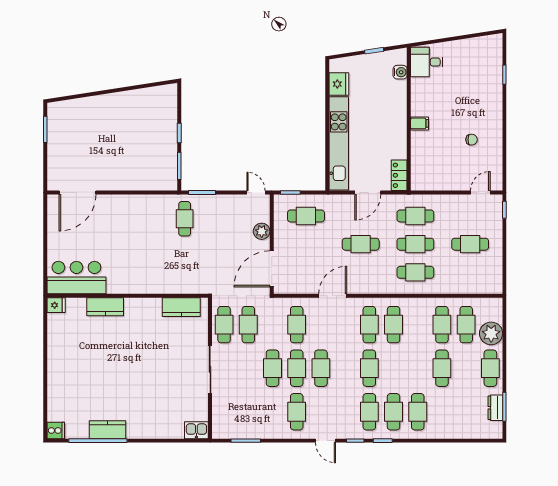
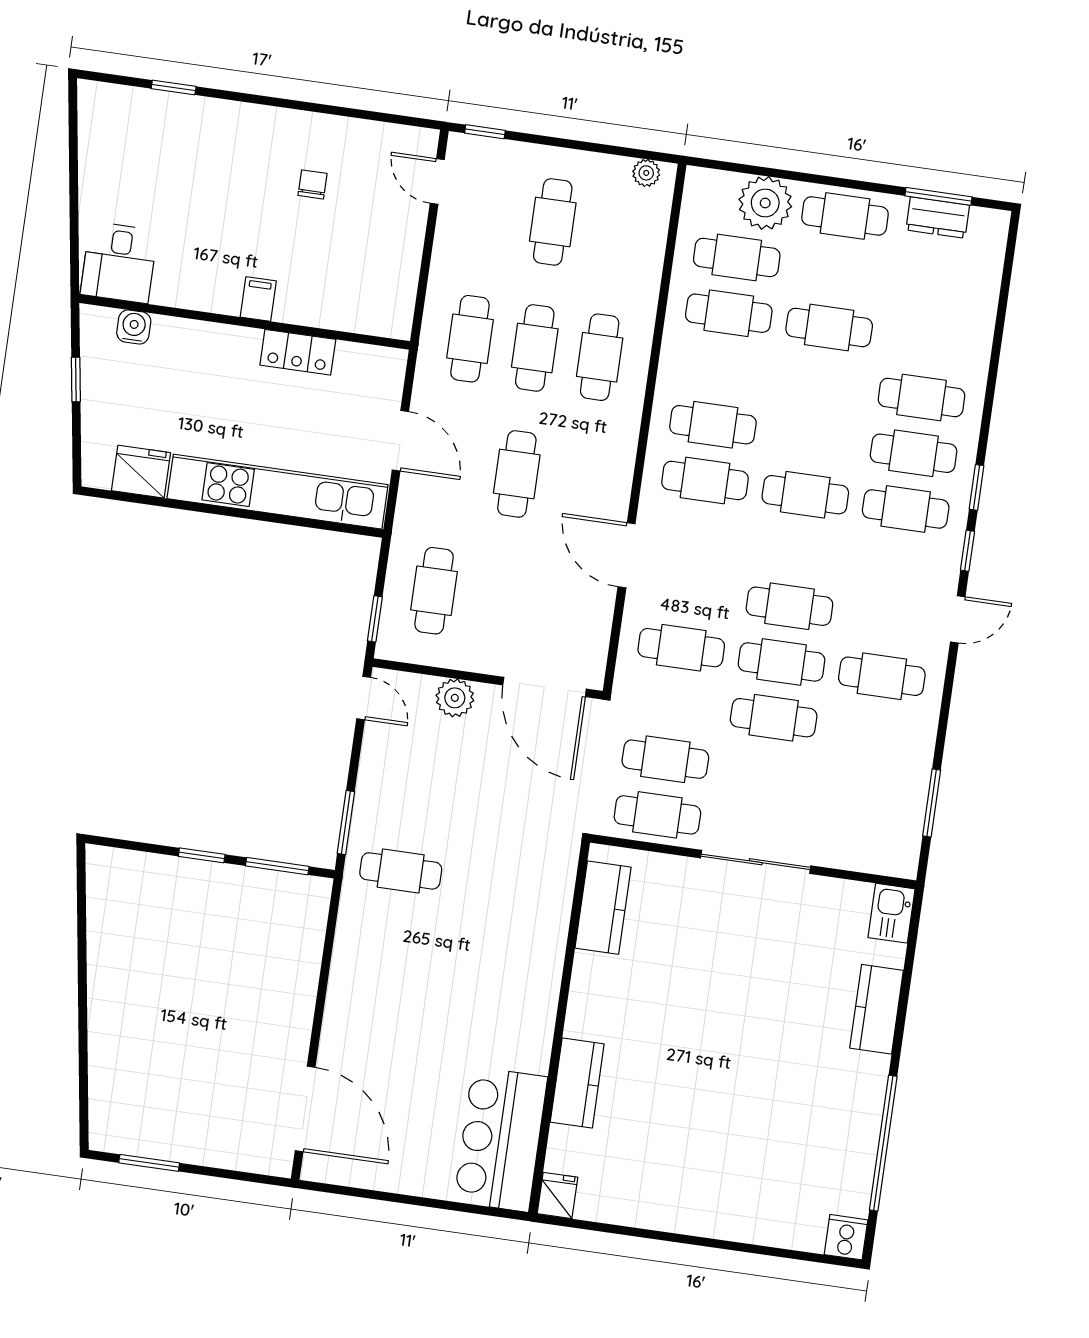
locker: (399, 175) -> (298, 352), moved
door: (256, 193) -> (364, 698), swing flipped
plant: (497, 281) -> (646, 173), added
kitchen counter: (107, 430) -> (877, 1009), moved

